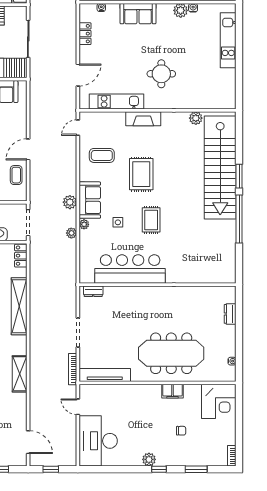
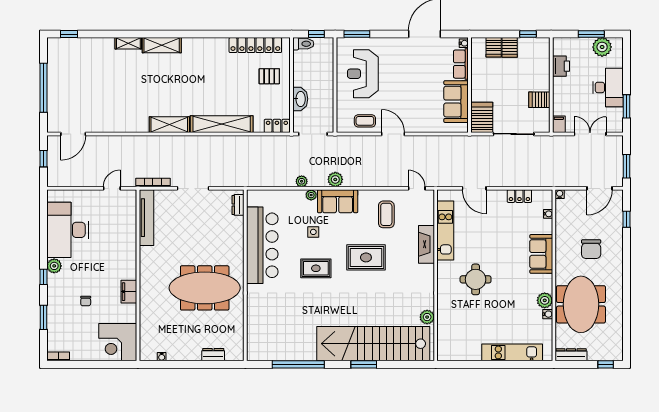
fireplace: (143, 119) -> (426, 244), moved
window: (239, 219) -> (298, 364), moved
meeting table: (171, 353) -> (205, 288), moved, turned 90
shelving: (20, 374) -> (169, 125), moved
desk: (98, 441) -> (68, 230), moved, turned -90

